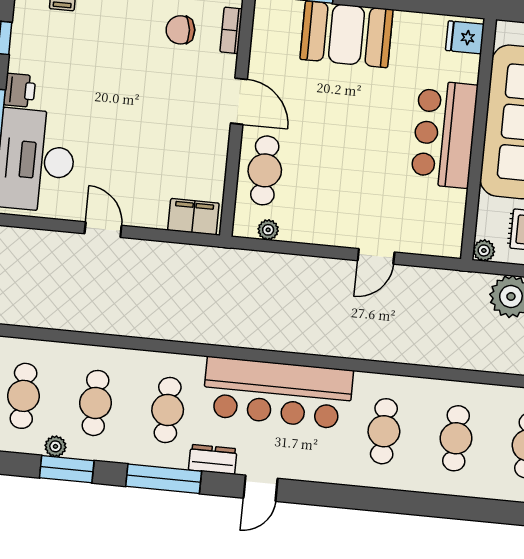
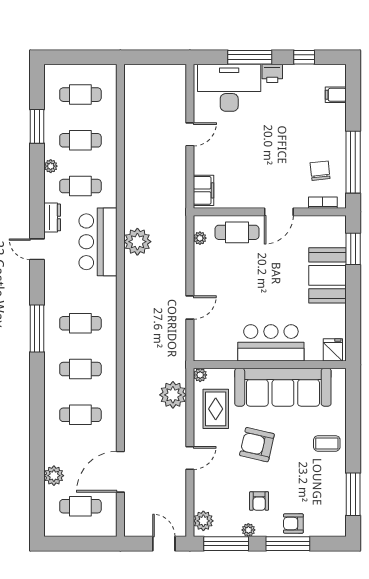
door: (376, 256) -> (190, 308), swing flipped
plant: (264, 329) -> (137, 242), added
bar counter: (278, 393) -> (98, 242), width x0.73
plant: (55, 446) -> (51, 166), moved
window: (164, 479) -> (37, 328), moved

